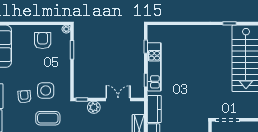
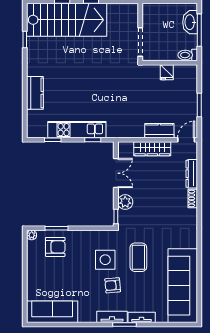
armchair: (43, 41) -> (55, 247), moved, turned 180
double door: (118, 99) -> (116, 173), swing flipped
kitchen counter: (154, 109) -> (35, 93), moved, turned 90

